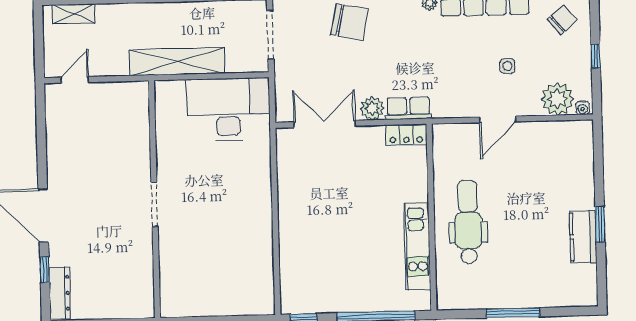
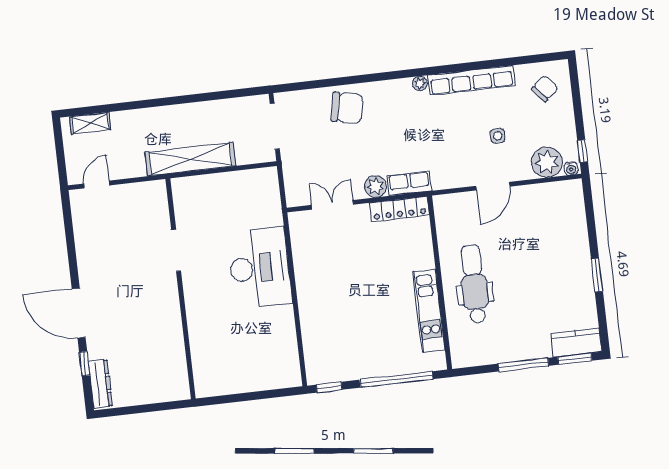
window: (596, 56) -> (583, 151), moved
desk: (228, 109) -> (260, 268), moved, turned 90
double door: (324, 124) -> (332, 205), width x0.73
locker: (406, 135) -> (399, 209), width x1.53
doorway: (154, 204) -> (176, 251), moved
kitchen counter: (583, 237) -> (576, 342), moved, turned 90
window: (569, 311) -> (575, 359), added

